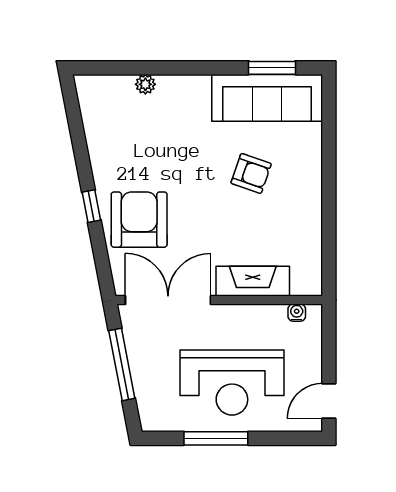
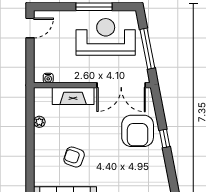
plant: (312, 235) -> (39, 122), added
reception desk: (232, 383) -> (106, 37), moved

